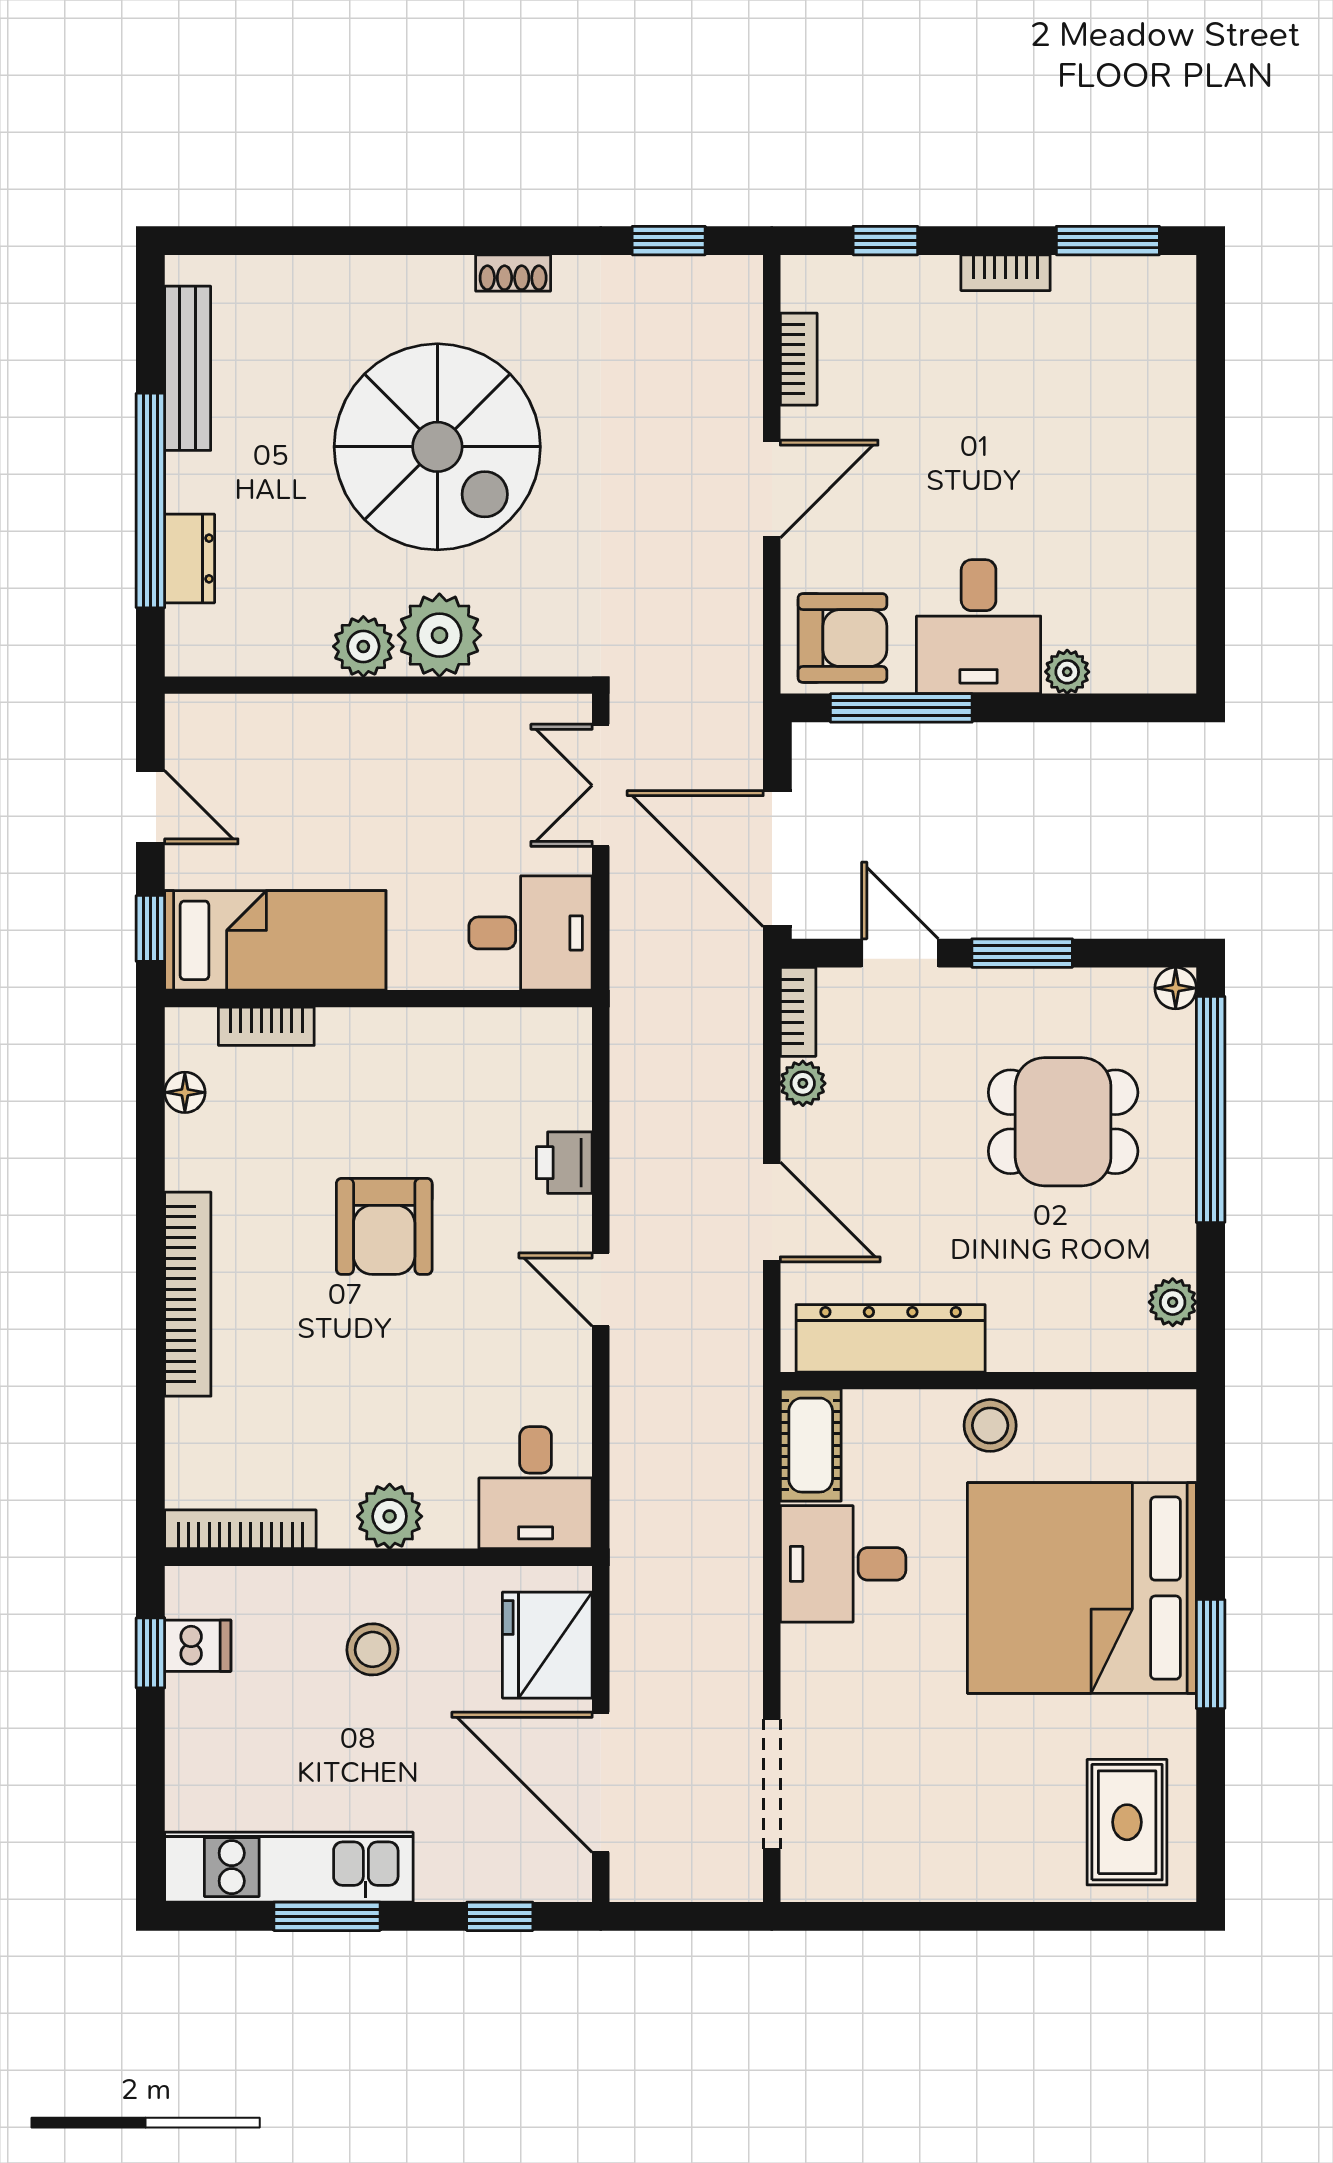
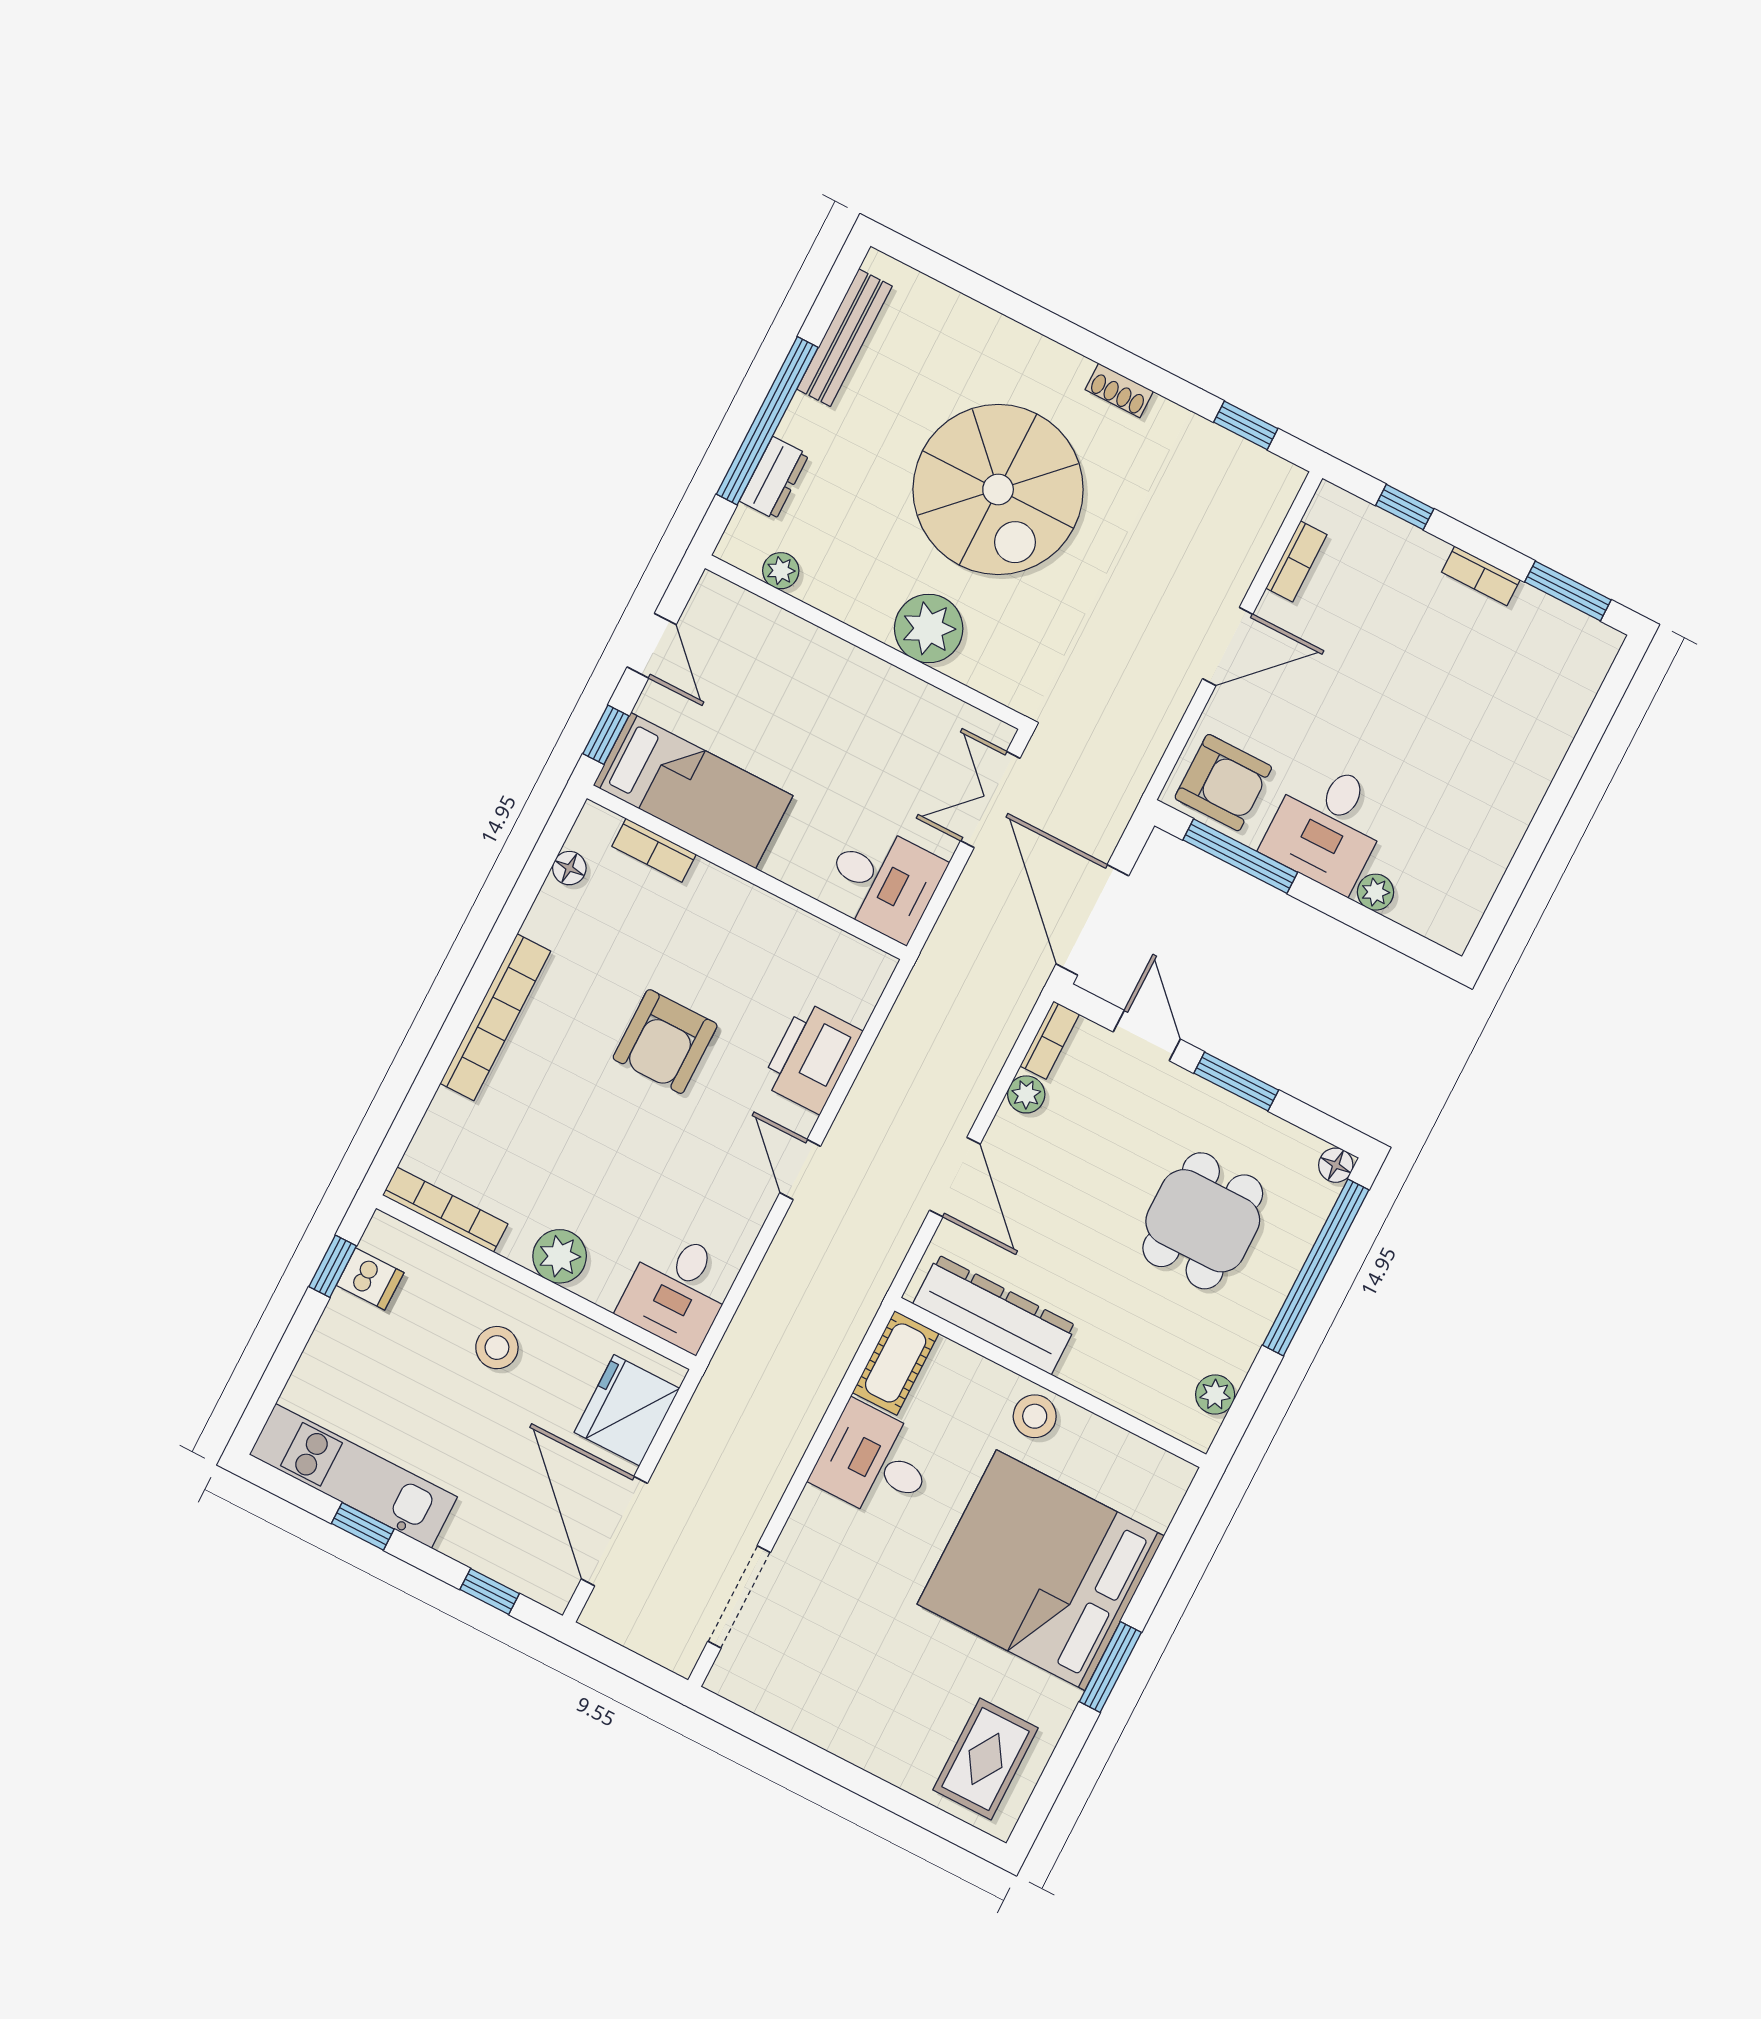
plant: (363, 646) -> (781, 571), moved, width x0.73, depth x0.73
dining table: (1063, 1122) -> (1203, 1221), turned 90
printer: (564, 1163) -> (811, 1058), width x1.87, depth x1.48
window: (327, 1916) -> (363, 1526), width x0.67

